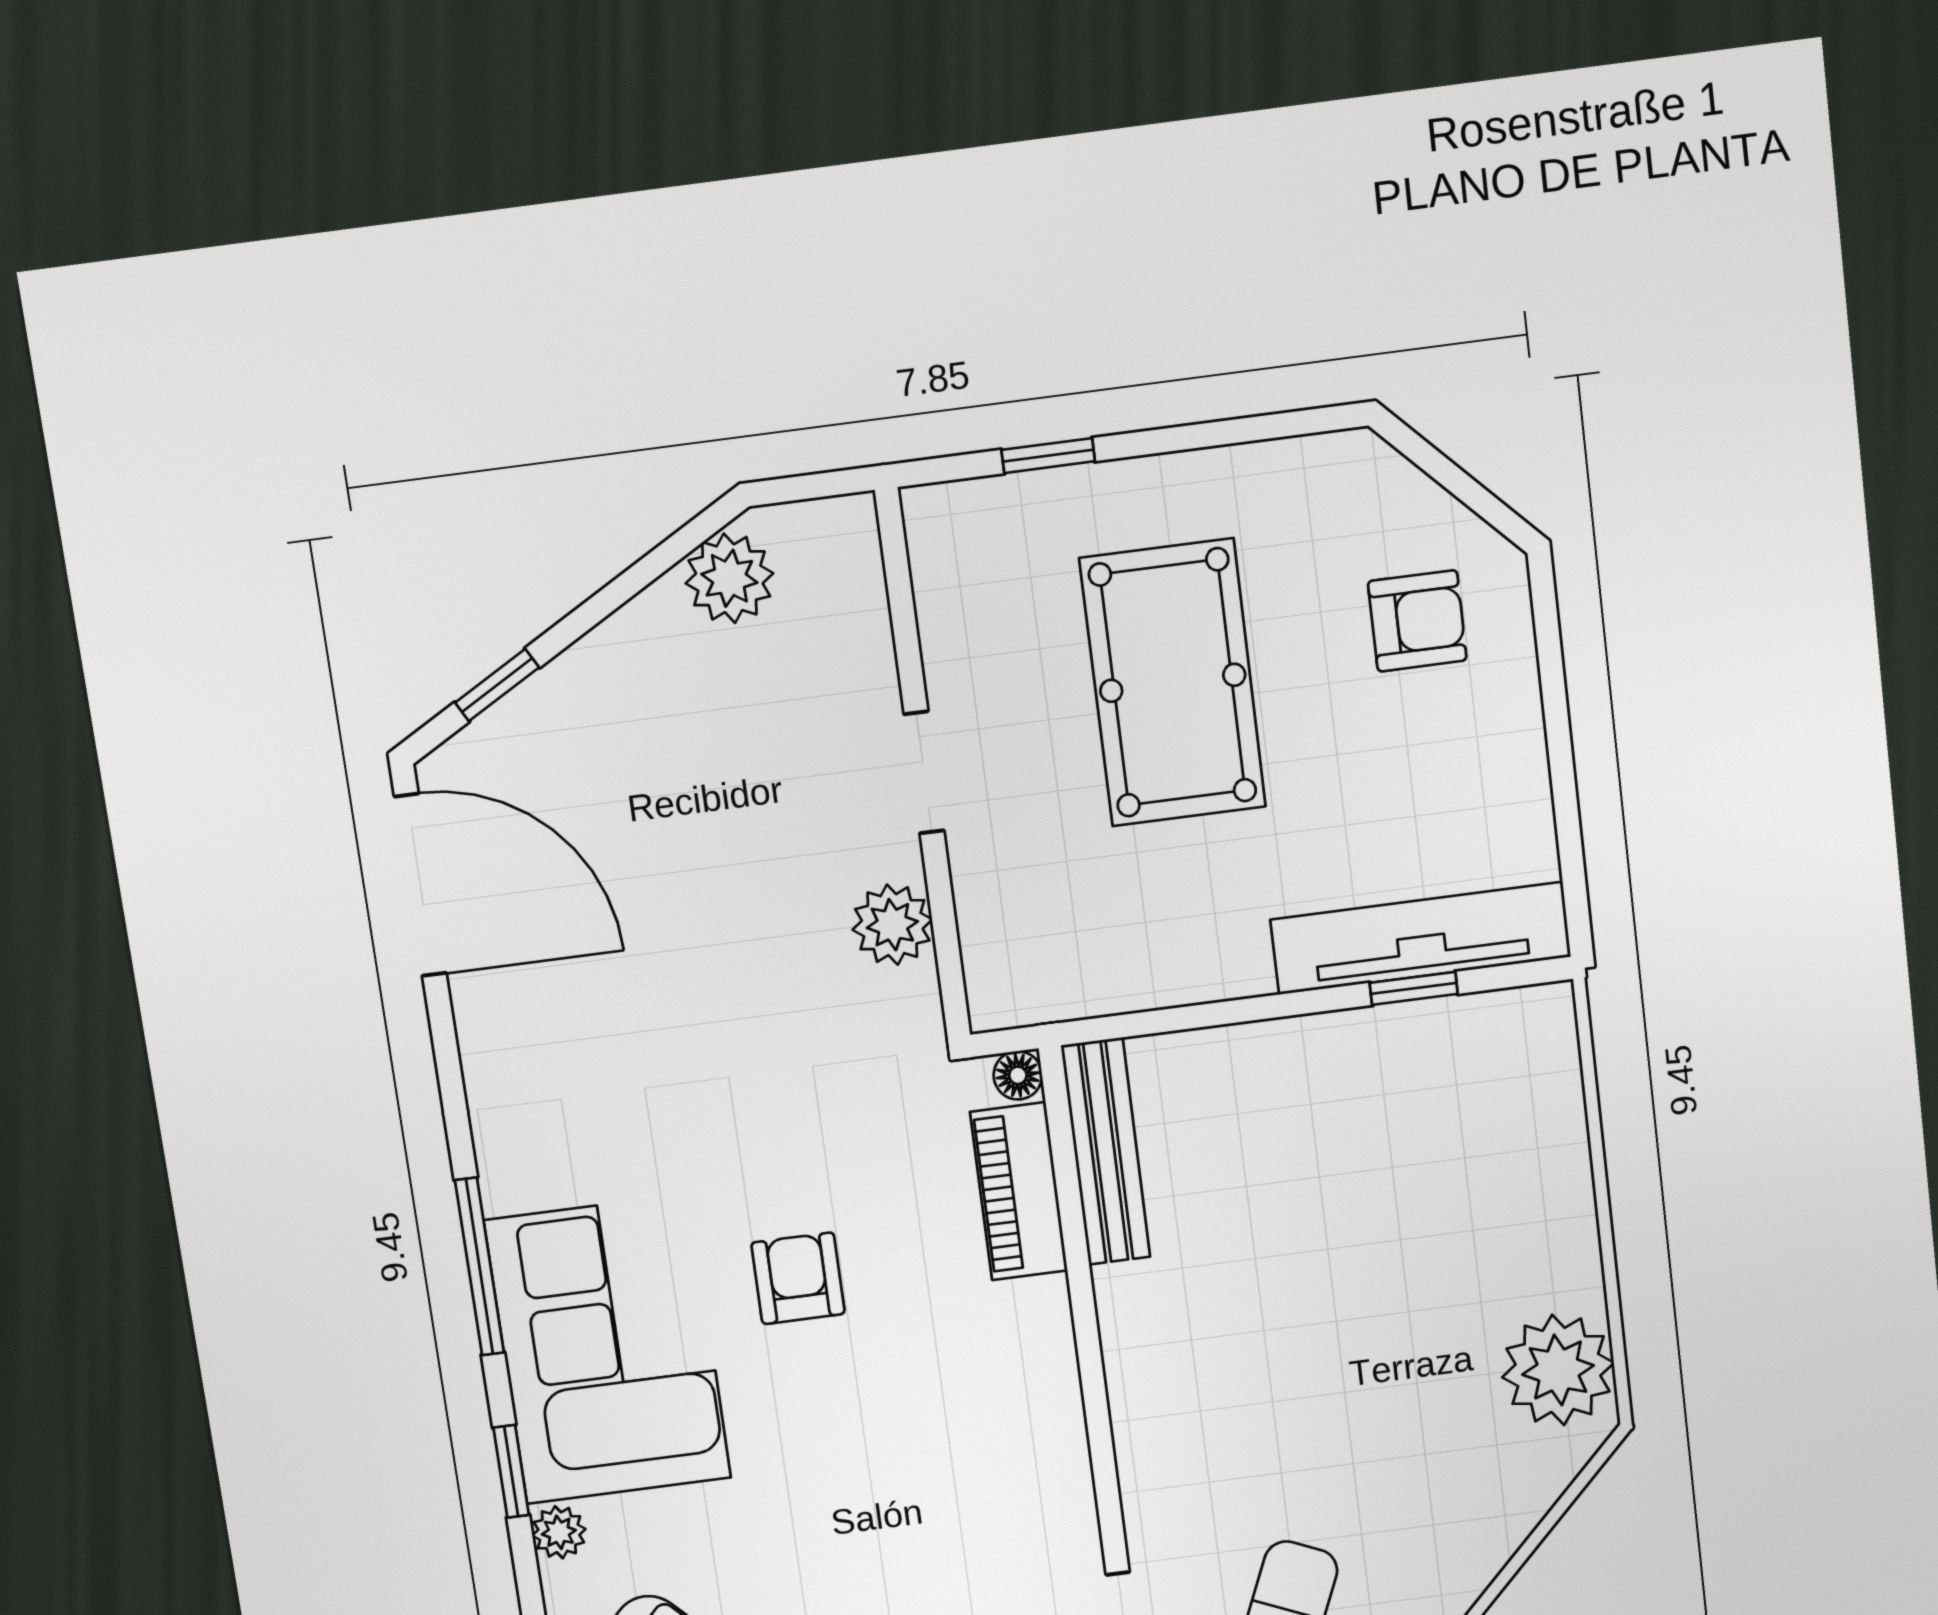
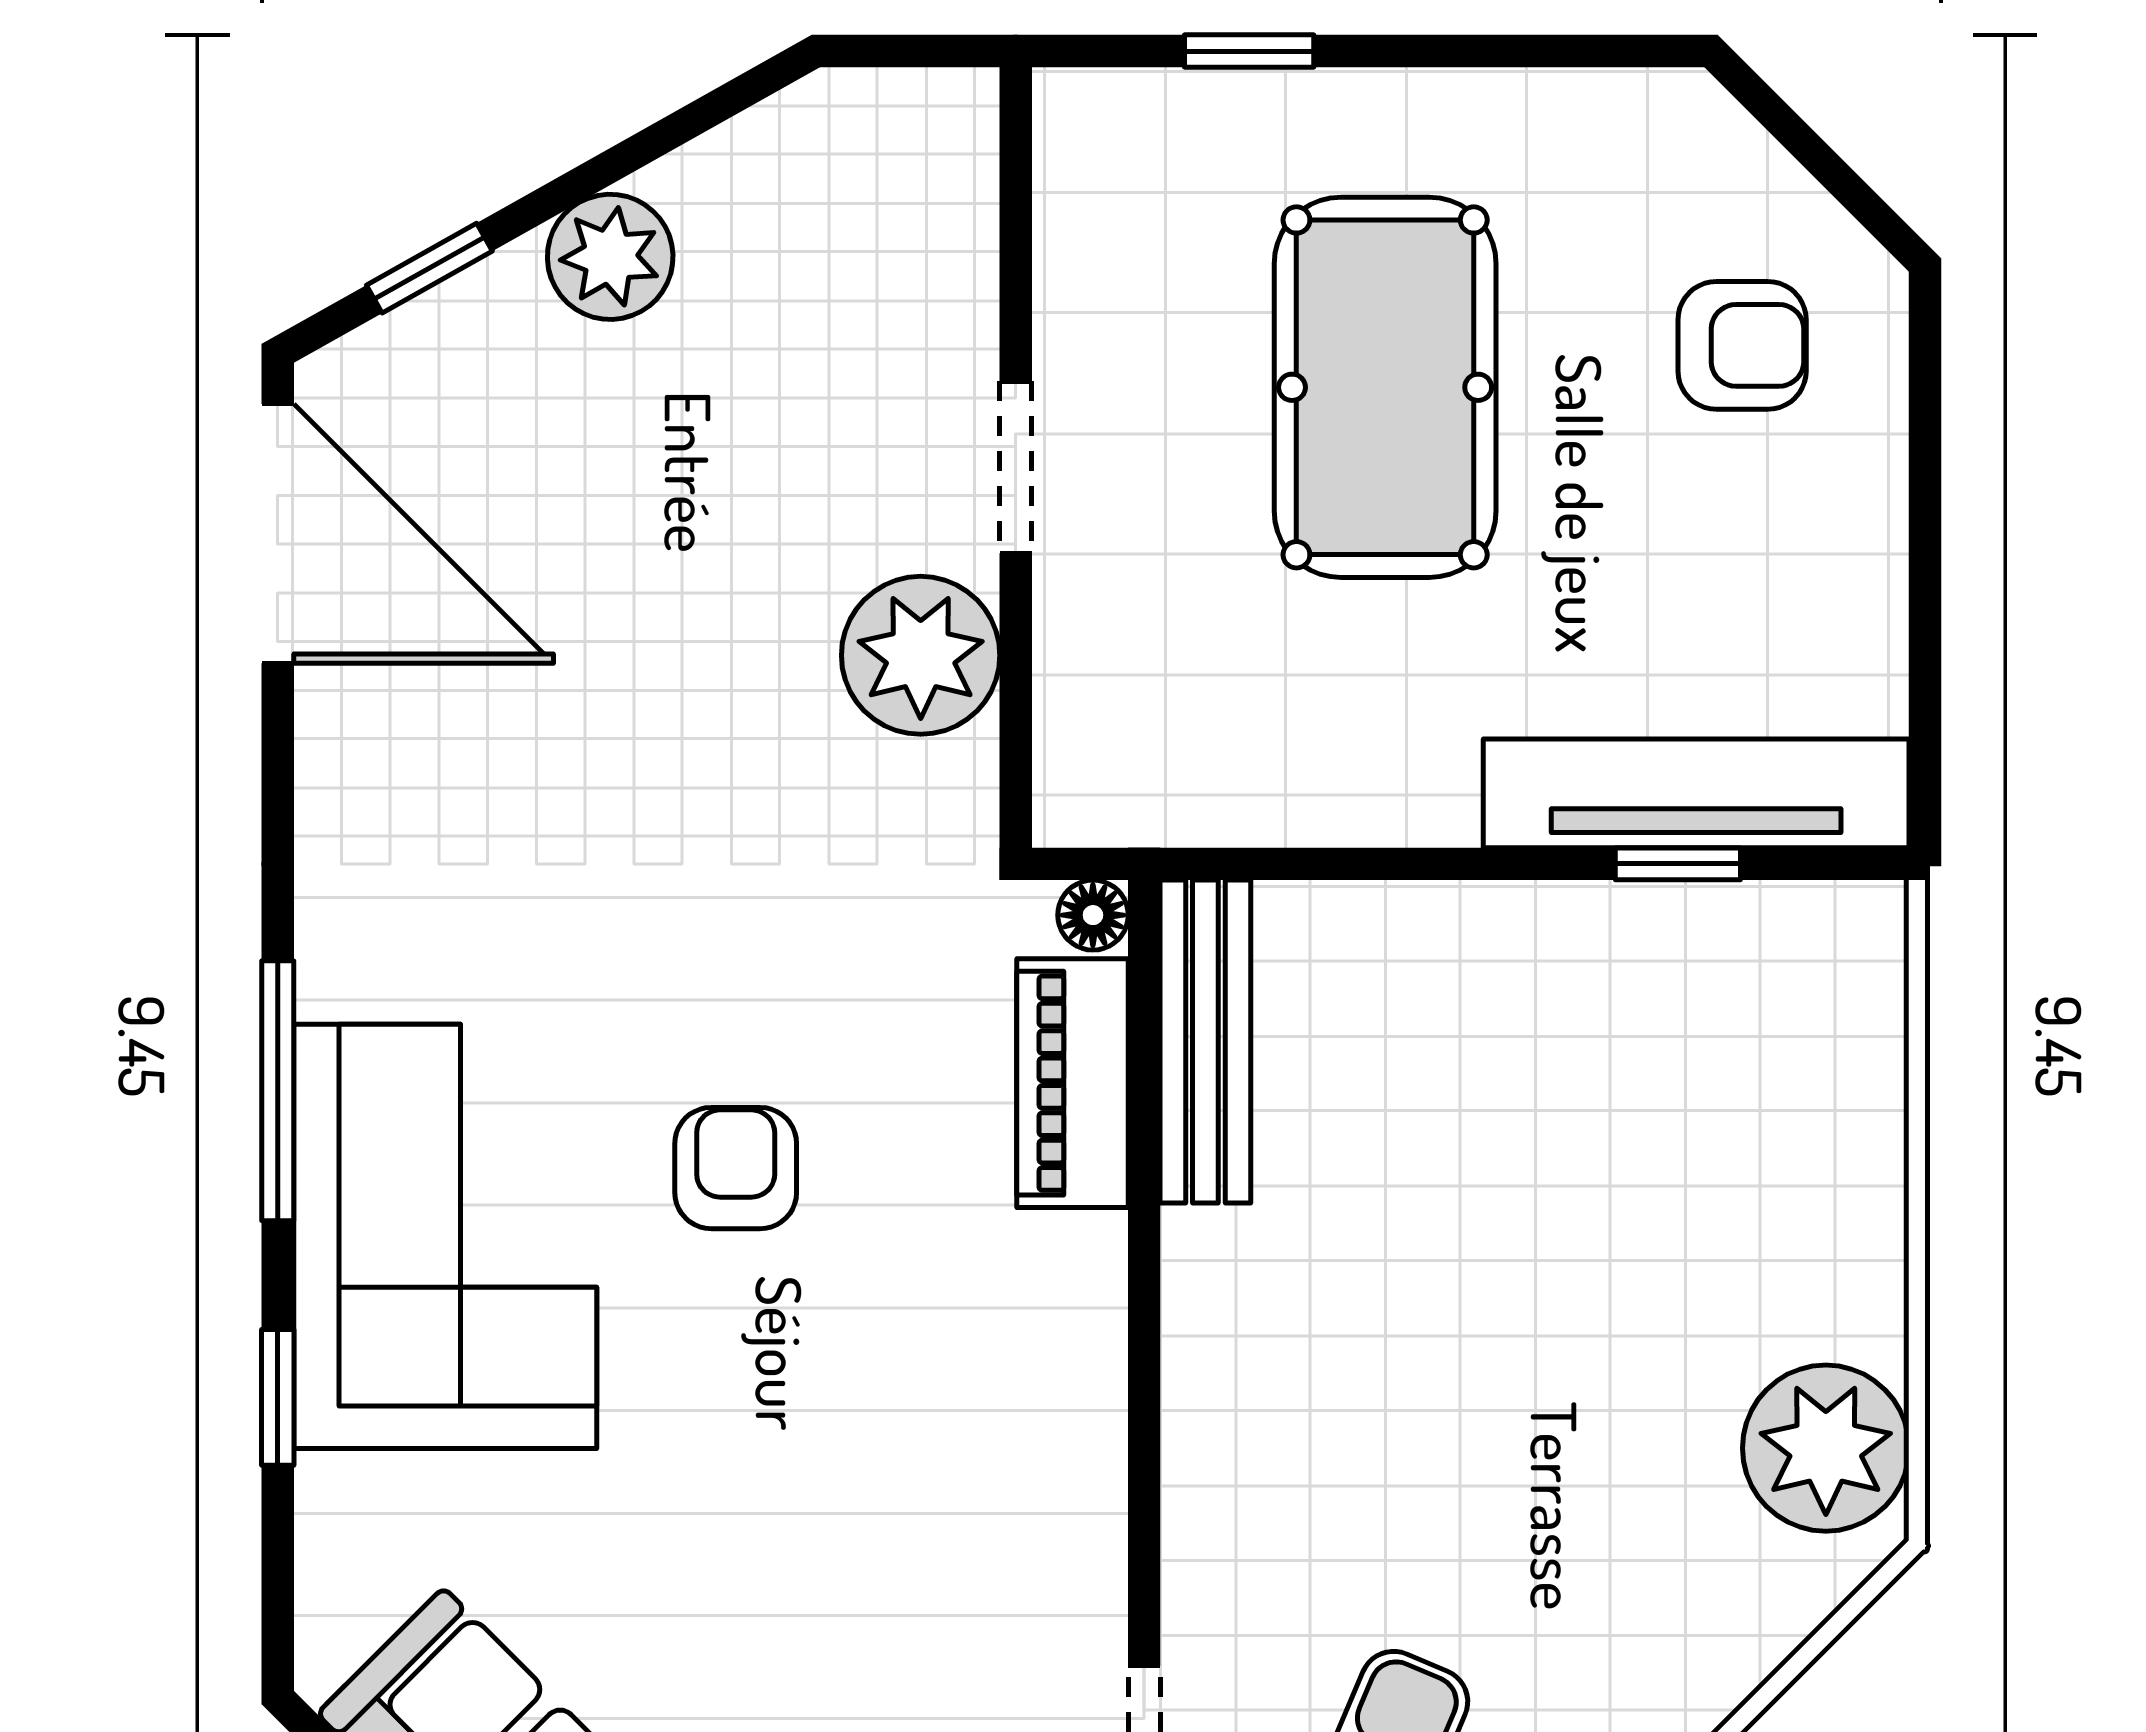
plant: (729, 578) -> (610, 257), moved
plant: (892, 925) -> (921, 655), width x1.36, depth x1.36
plant: (559, 1532) -> (334, 1497), removed

